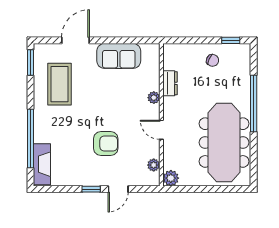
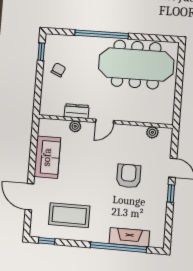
window: (30, 62) -> (47, 241), width x0.67
plant: (154, 98) -> (75, 126), moved
door: (161, 130) -> (105, 121), moved
fireplace: (42, 164) -> (129, 237), moved
plant: (171, 178) -> (166, 117), removed

